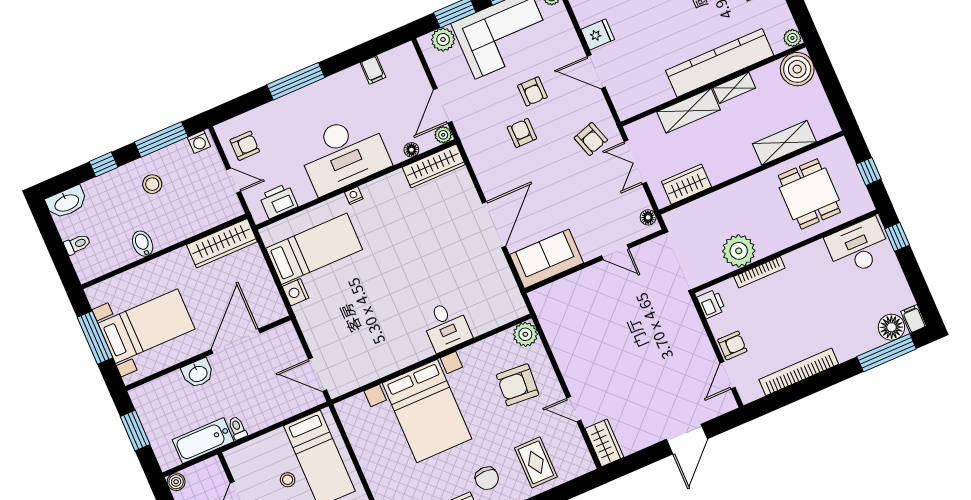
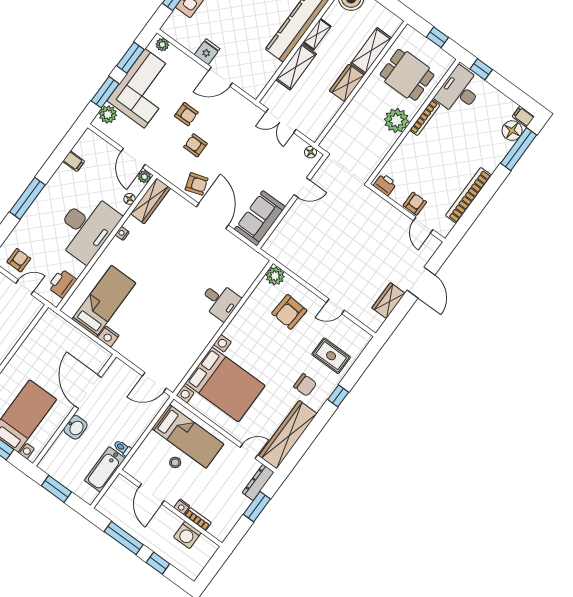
armchair: (591, 139) -> (197, 184), moved
wardrobe: (686, 184) -> (347, 83), moved
nightstand: (354, 196) -> (122, 233), moved
wardrobe: (222, 243) -> (41, 333), removed
plant: (739, 251) -> (396, 120), moved
bookcase: (759, 272) -> (425, 118), moved
bed with nightstands: (427, 411) -> (225, 384), moved
wardrobe: (604, 443) -> (388, 301), moved, turned -90
boiler: (176, 482) -> (103, 507), removed

